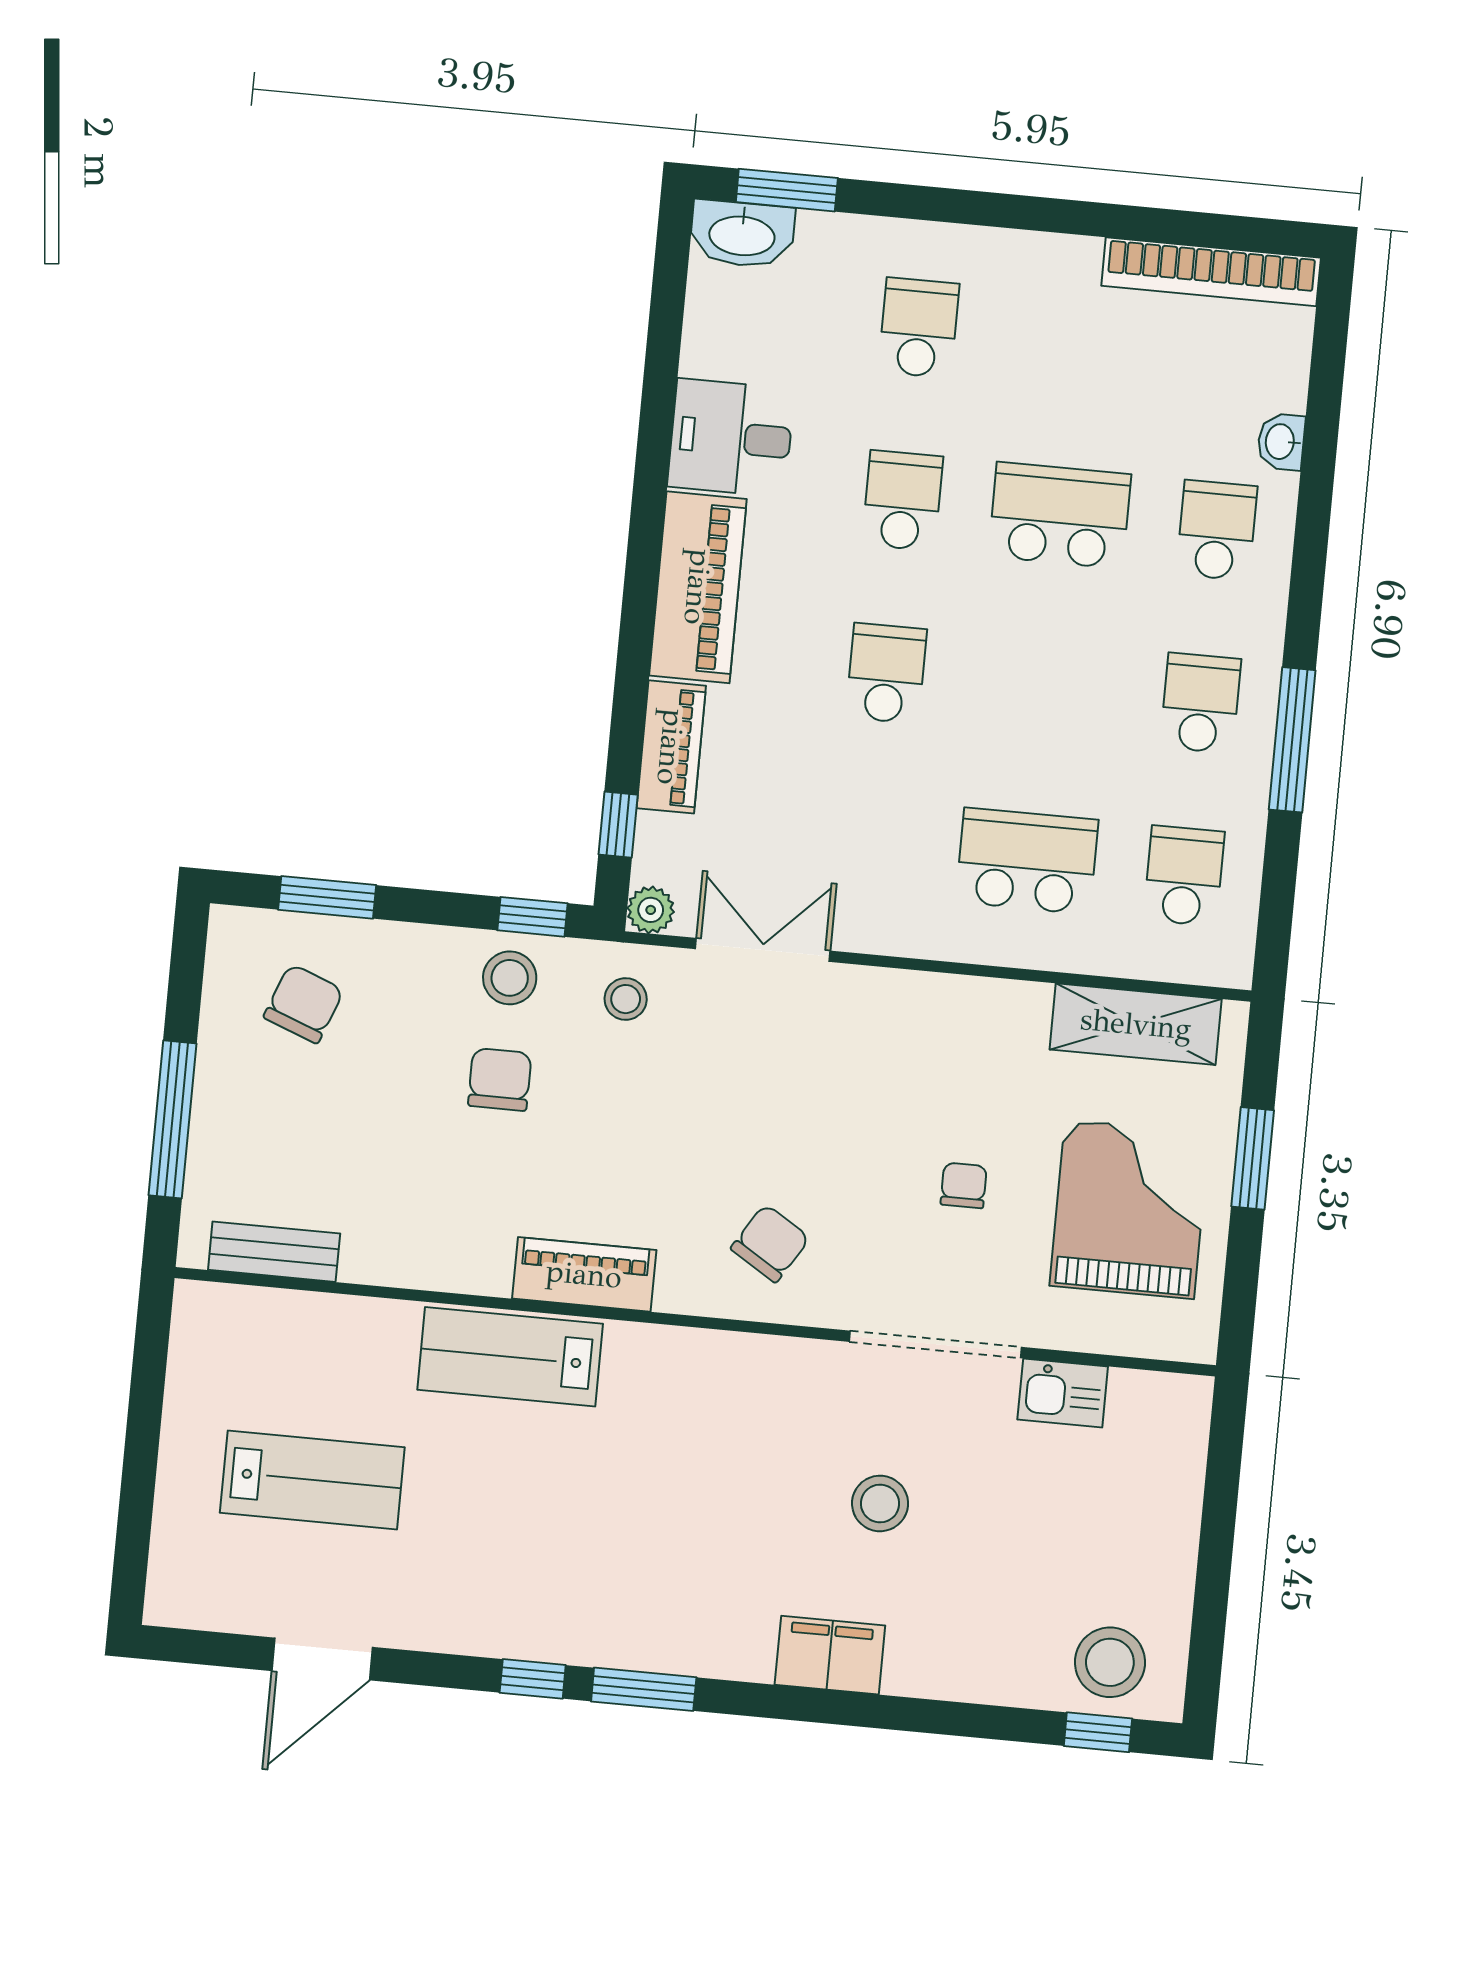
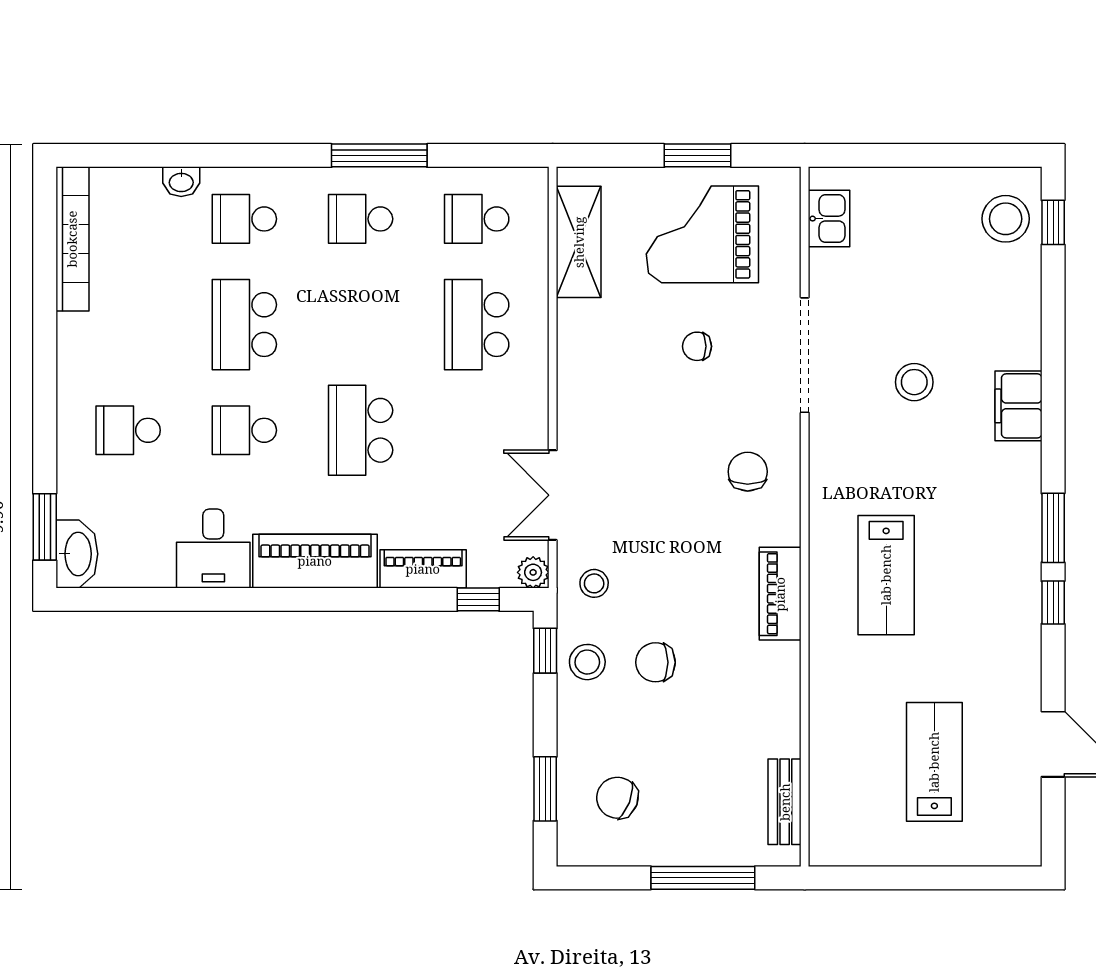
school desk: (886, 673) -> (361, 430), width x1.85
window: (1253, 1158) -> (698, 155), moved
chair: (770, 1243) -> (748, 472), turned 58
lab bench: (510, 1357) -> (886, 575), moved
kitchen sink: (1063, 1393) -> (829, 219), moved

